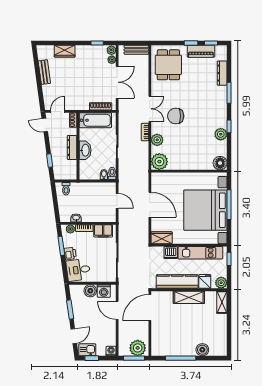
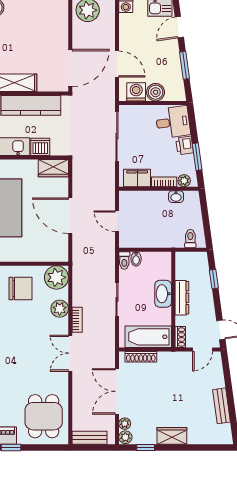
wardrobe: (65, 51) -> (172, 436), moved
chair: (176, 116) -> (21, 289), moved

